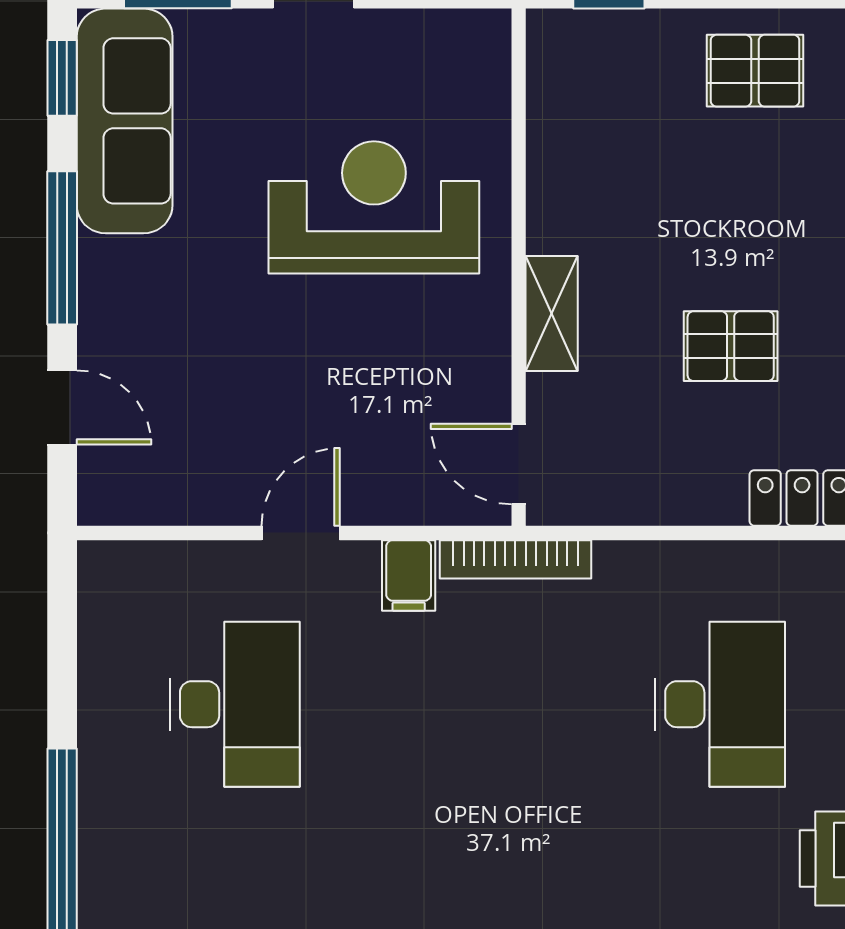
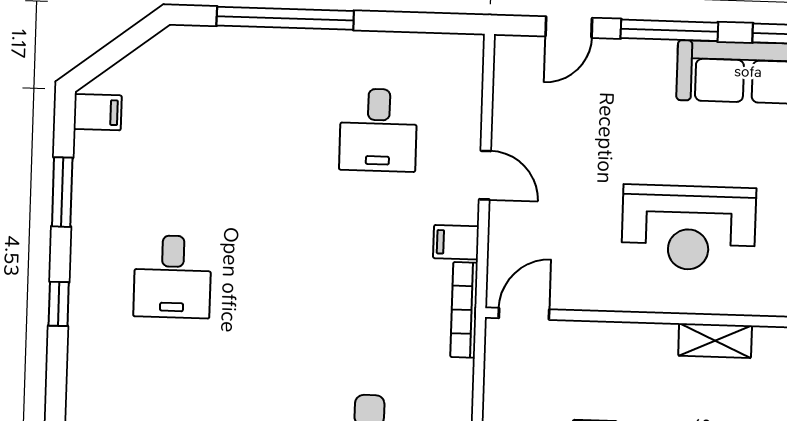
reception desk: (374, 207) -> (689, 228), turned 90
shelving: (552, 313) -> (715, 341), moved
desk: (235, 704) -> (378, 130), width x0.73

